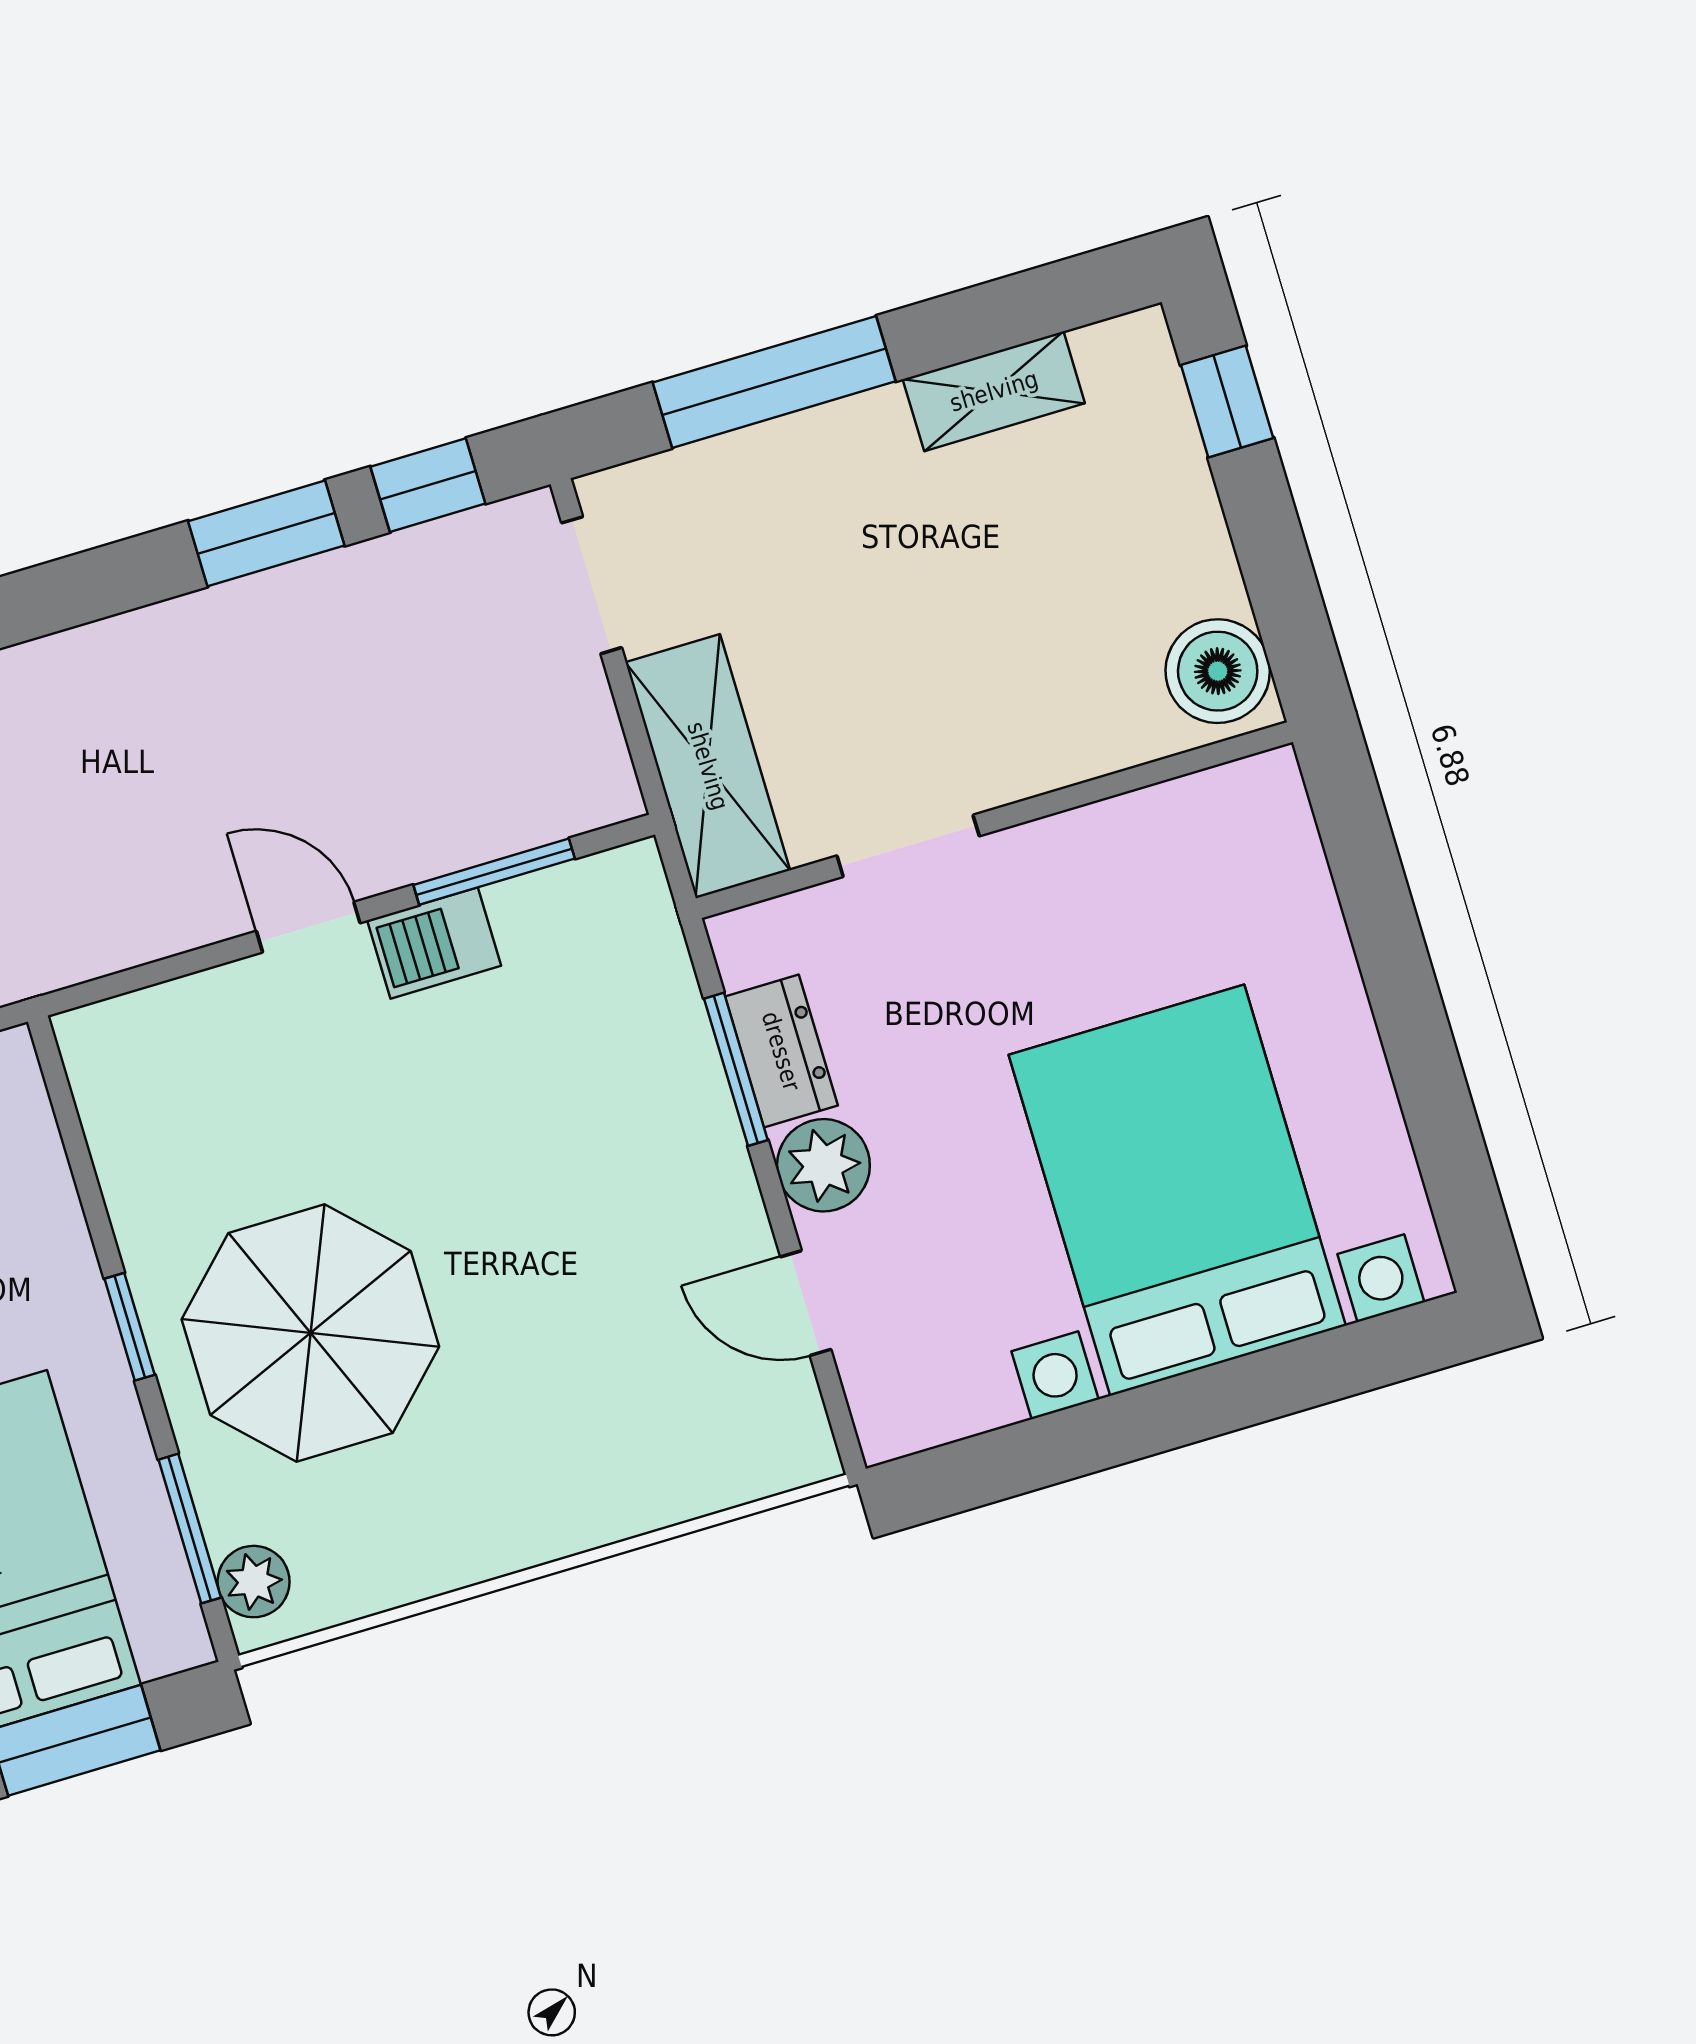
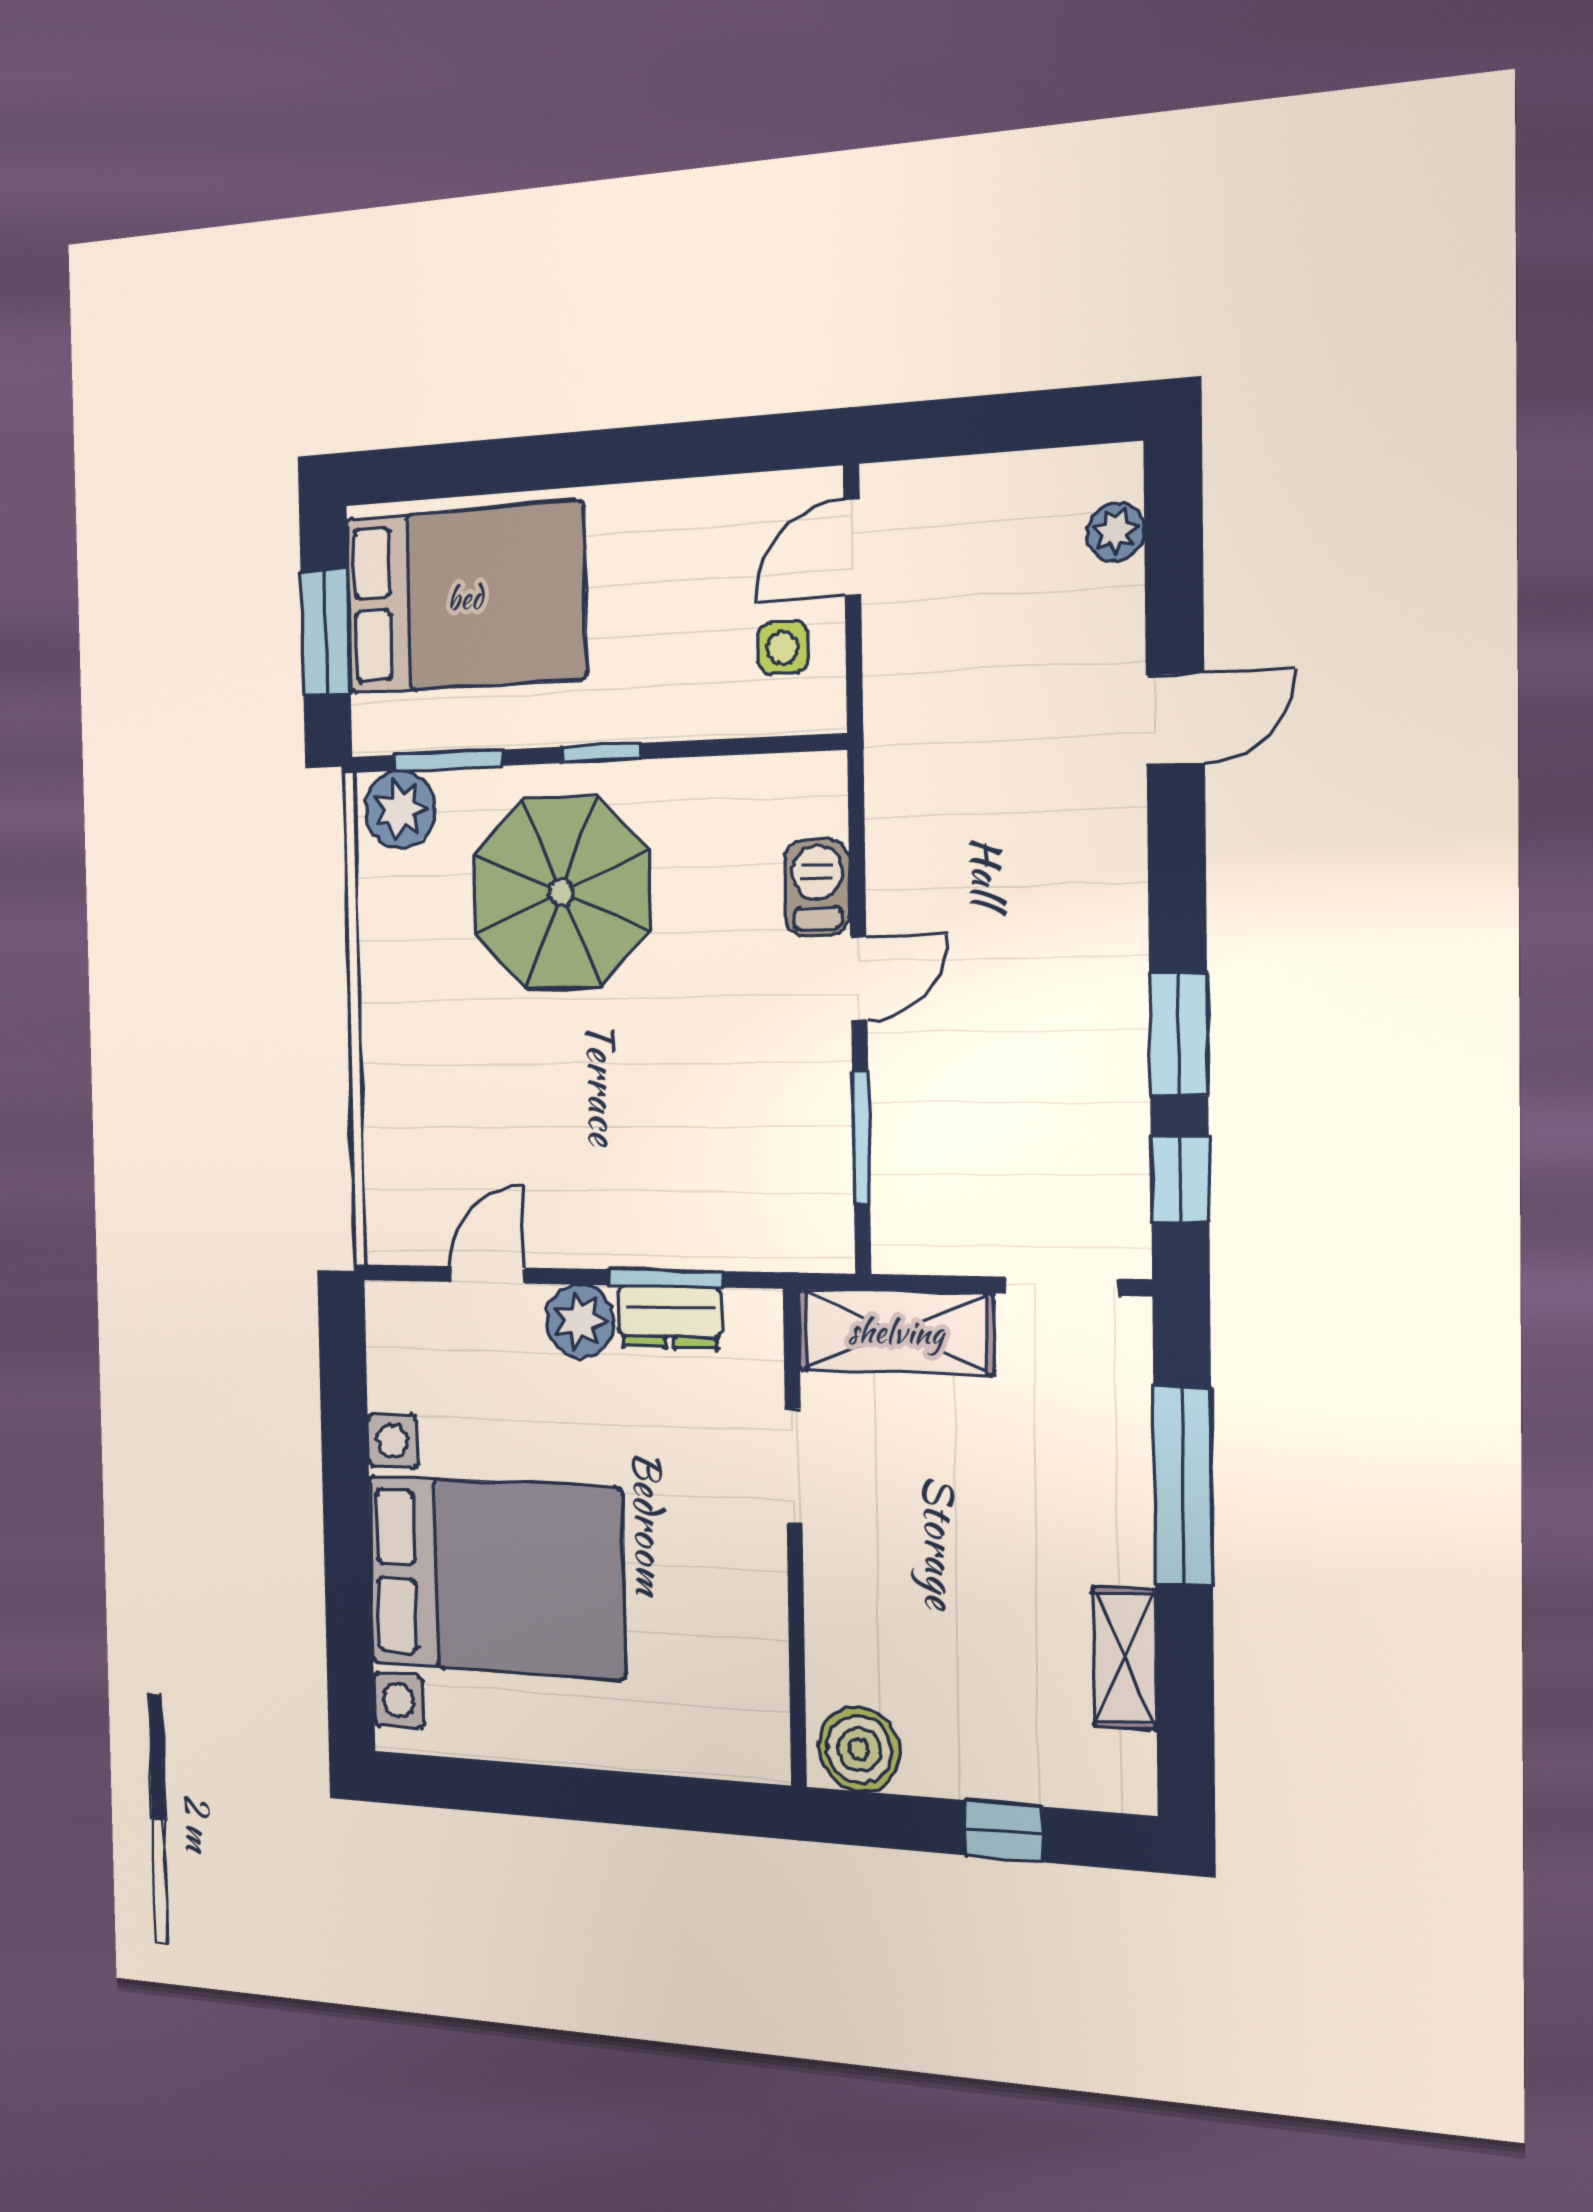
window: (1227, 402) -> (1004, 1831), moved
barbecue: (434, 943) -> (817, 888), moved
plant: (254, 1582) -> (400, 809), width x1.38, depth x1.38

